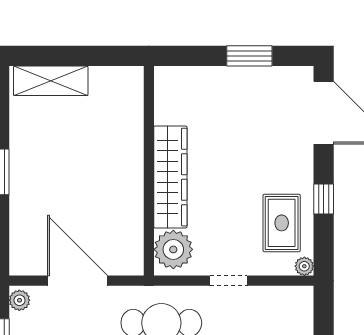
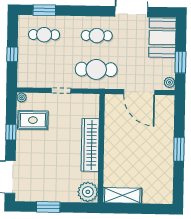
shelving: (51, 81) -> (122, 195), moved
rug: (282, 223) -> (33, 120), turned 90
plant: (173, 249) -> (88, 192), moved

